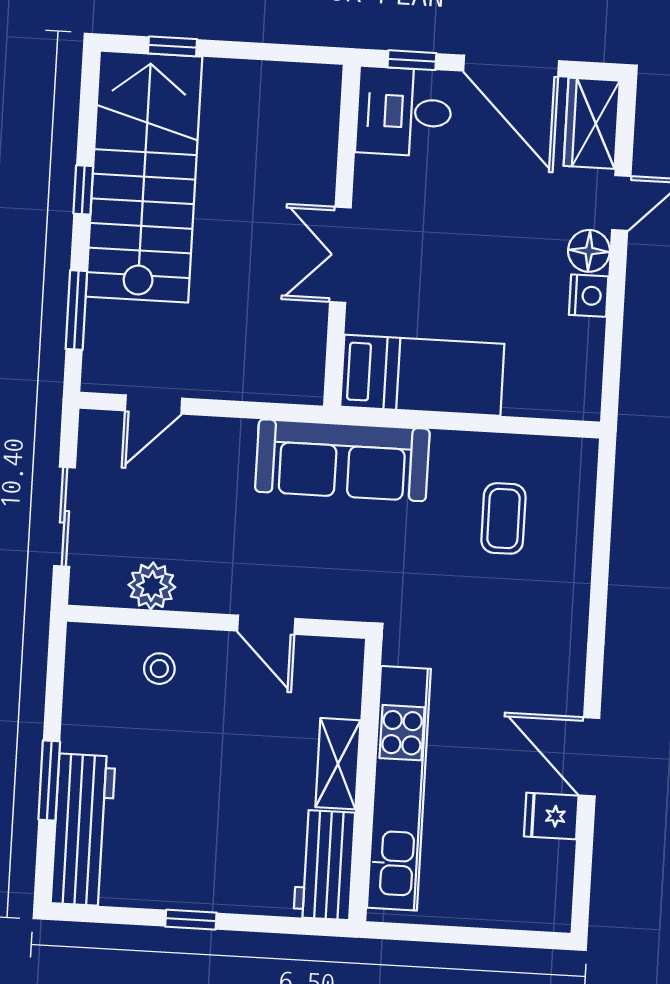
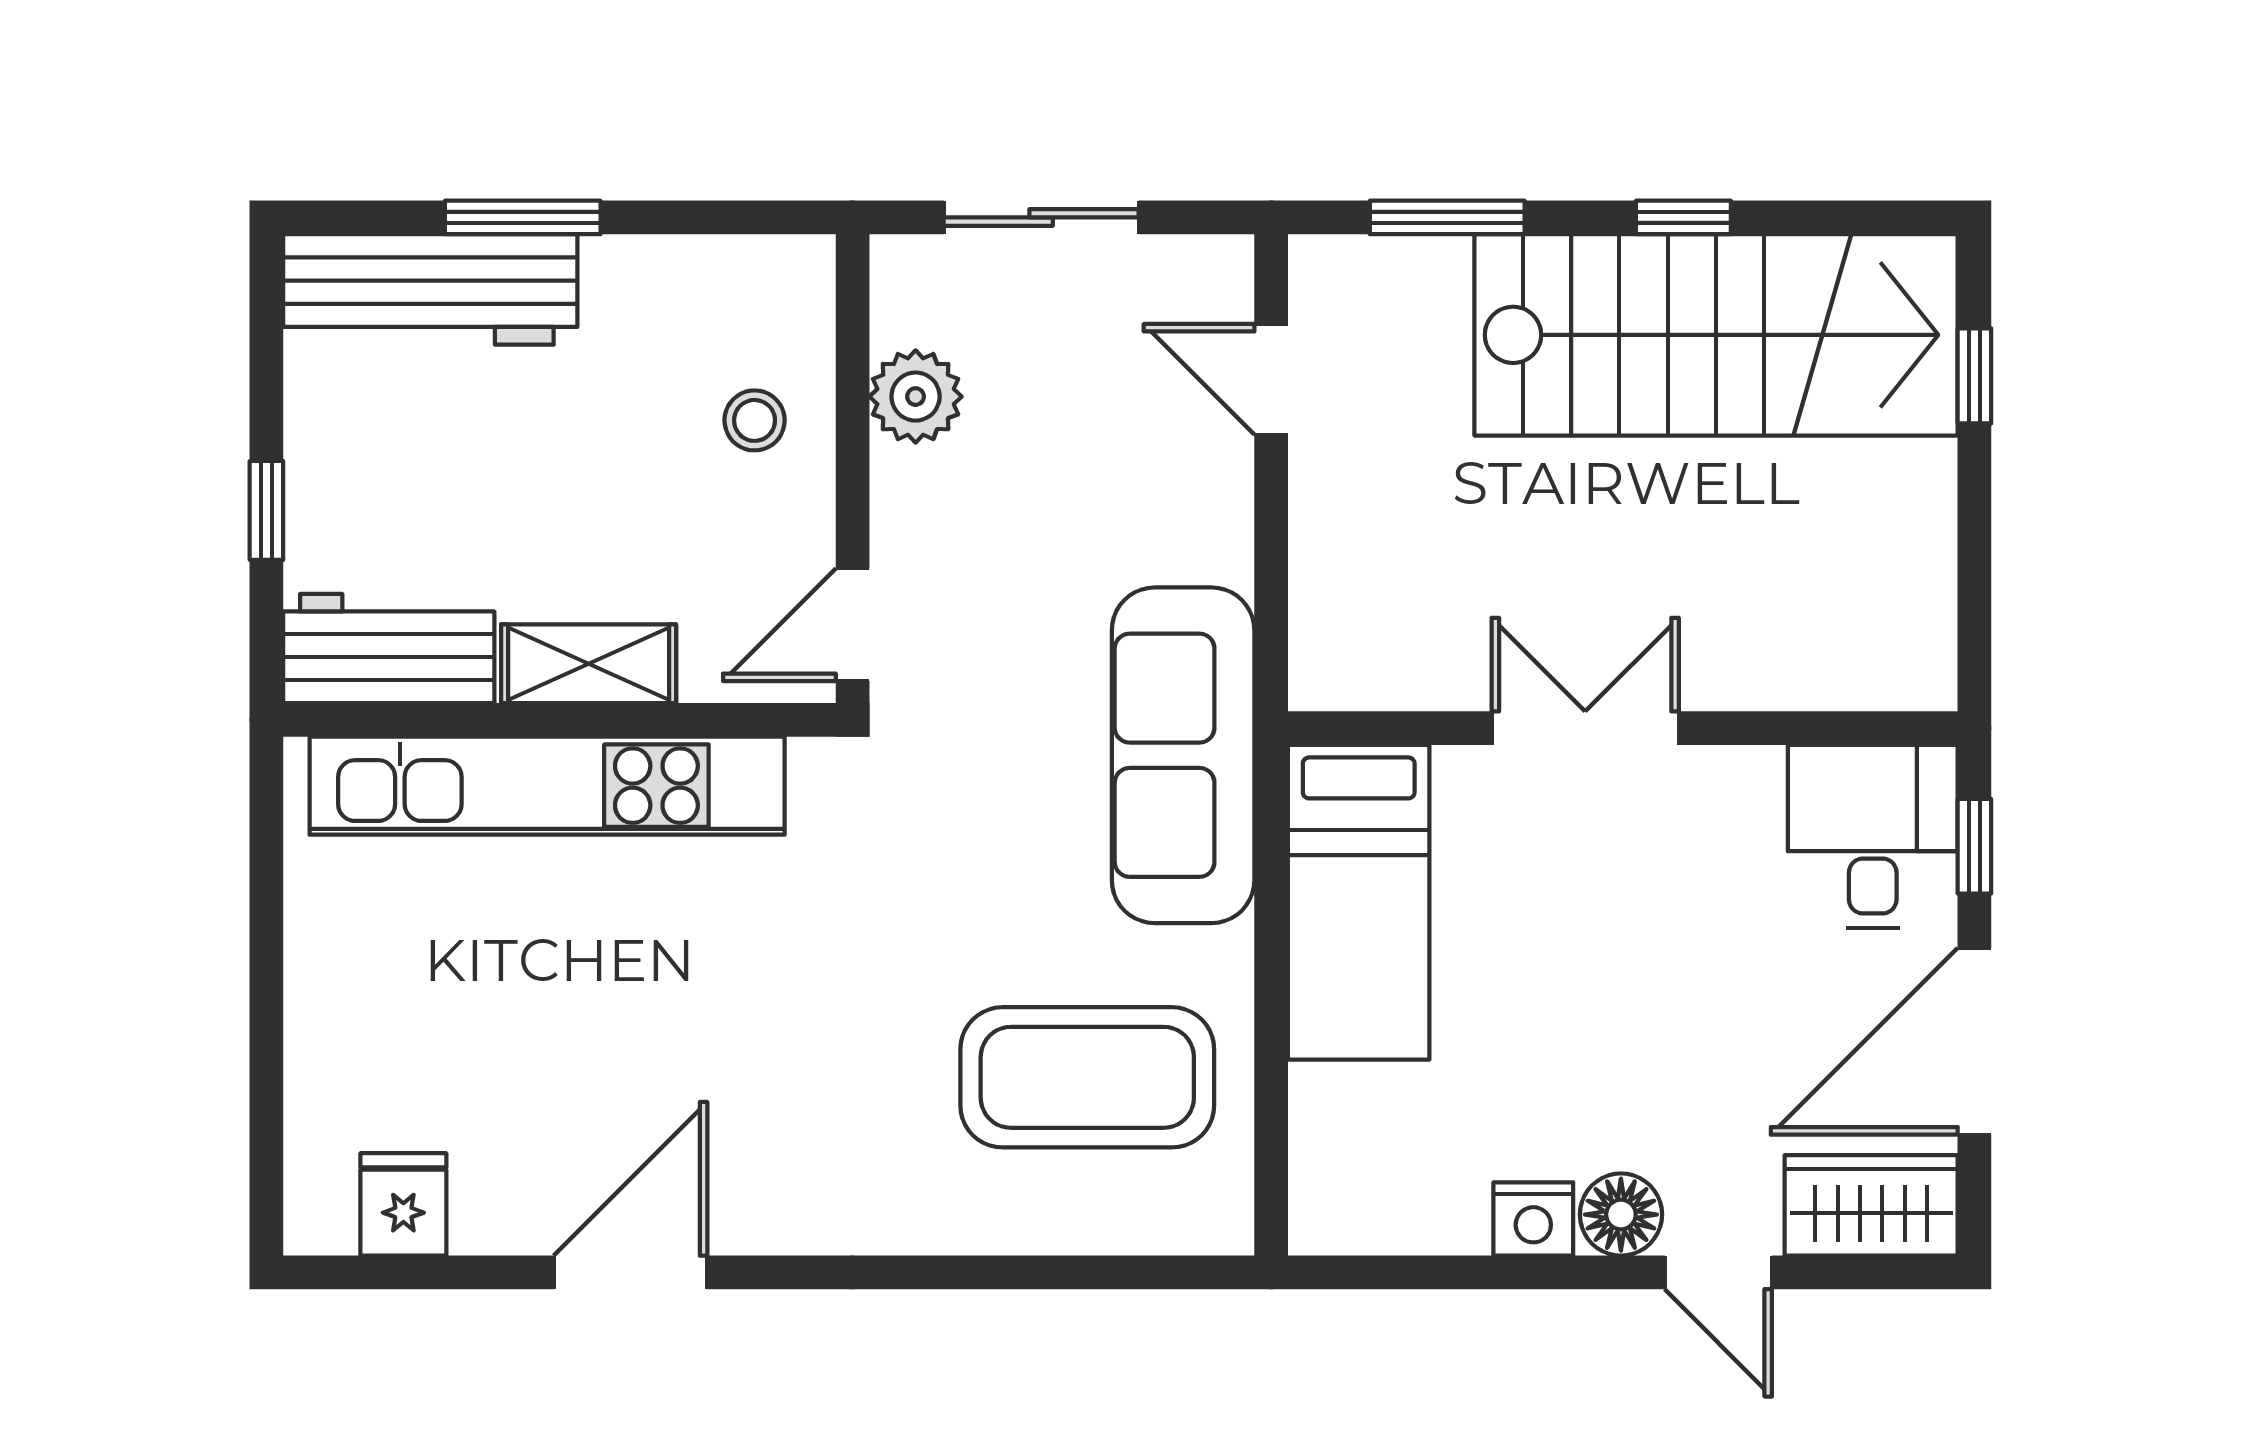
coffee table: (503, 518) -> (1087, 1077), width x1.86, depth x1.72
shelving: (338, 764) -> (589, 664), moved
wall: (366, 780) -> (559, 720), moved
kitchen unit: (399, 788) -> (547, 786), moved
fridge: (551, 816) -> (403, 1204), moved
workbench: (324, 865) -> (389, 648), moved

